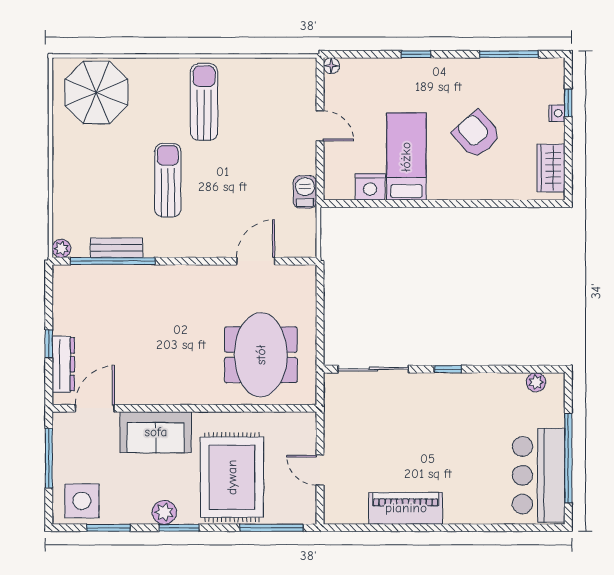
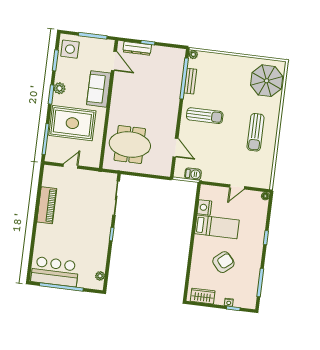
sun lounger: (204, 102) -> (256, 132), turned 90
sun lounger: (168, 180) -> (205, 116), moved
barbecue: (305, 192) -> (193, 174), moved

